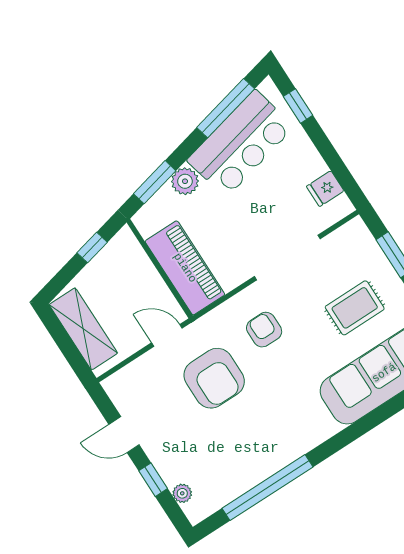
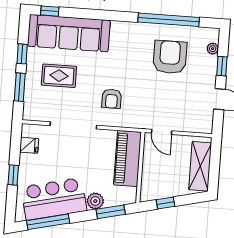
window: (298, 106) -> (13, 175), moved
armchair: (214, 378) -> (170, 57), moved

